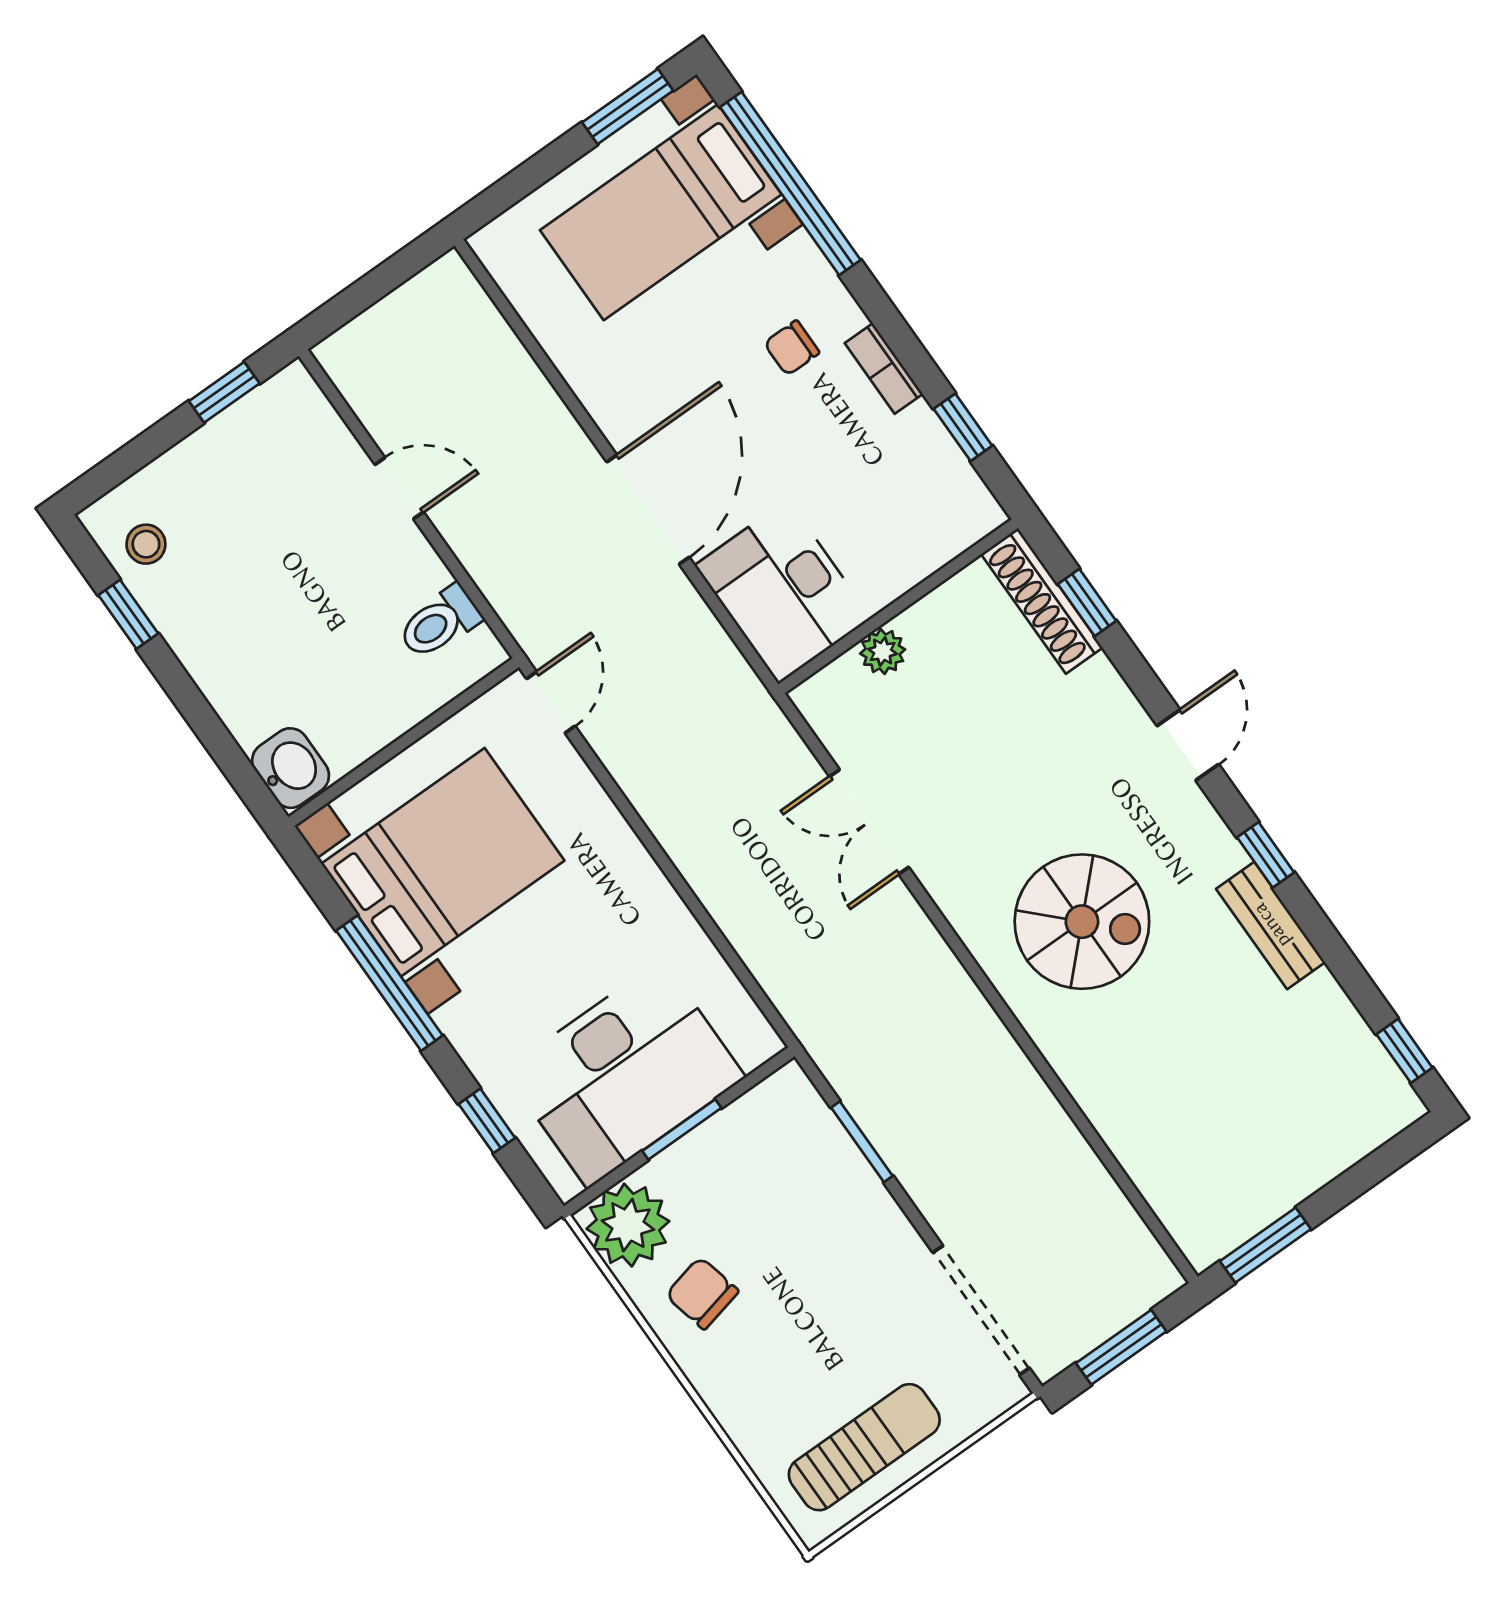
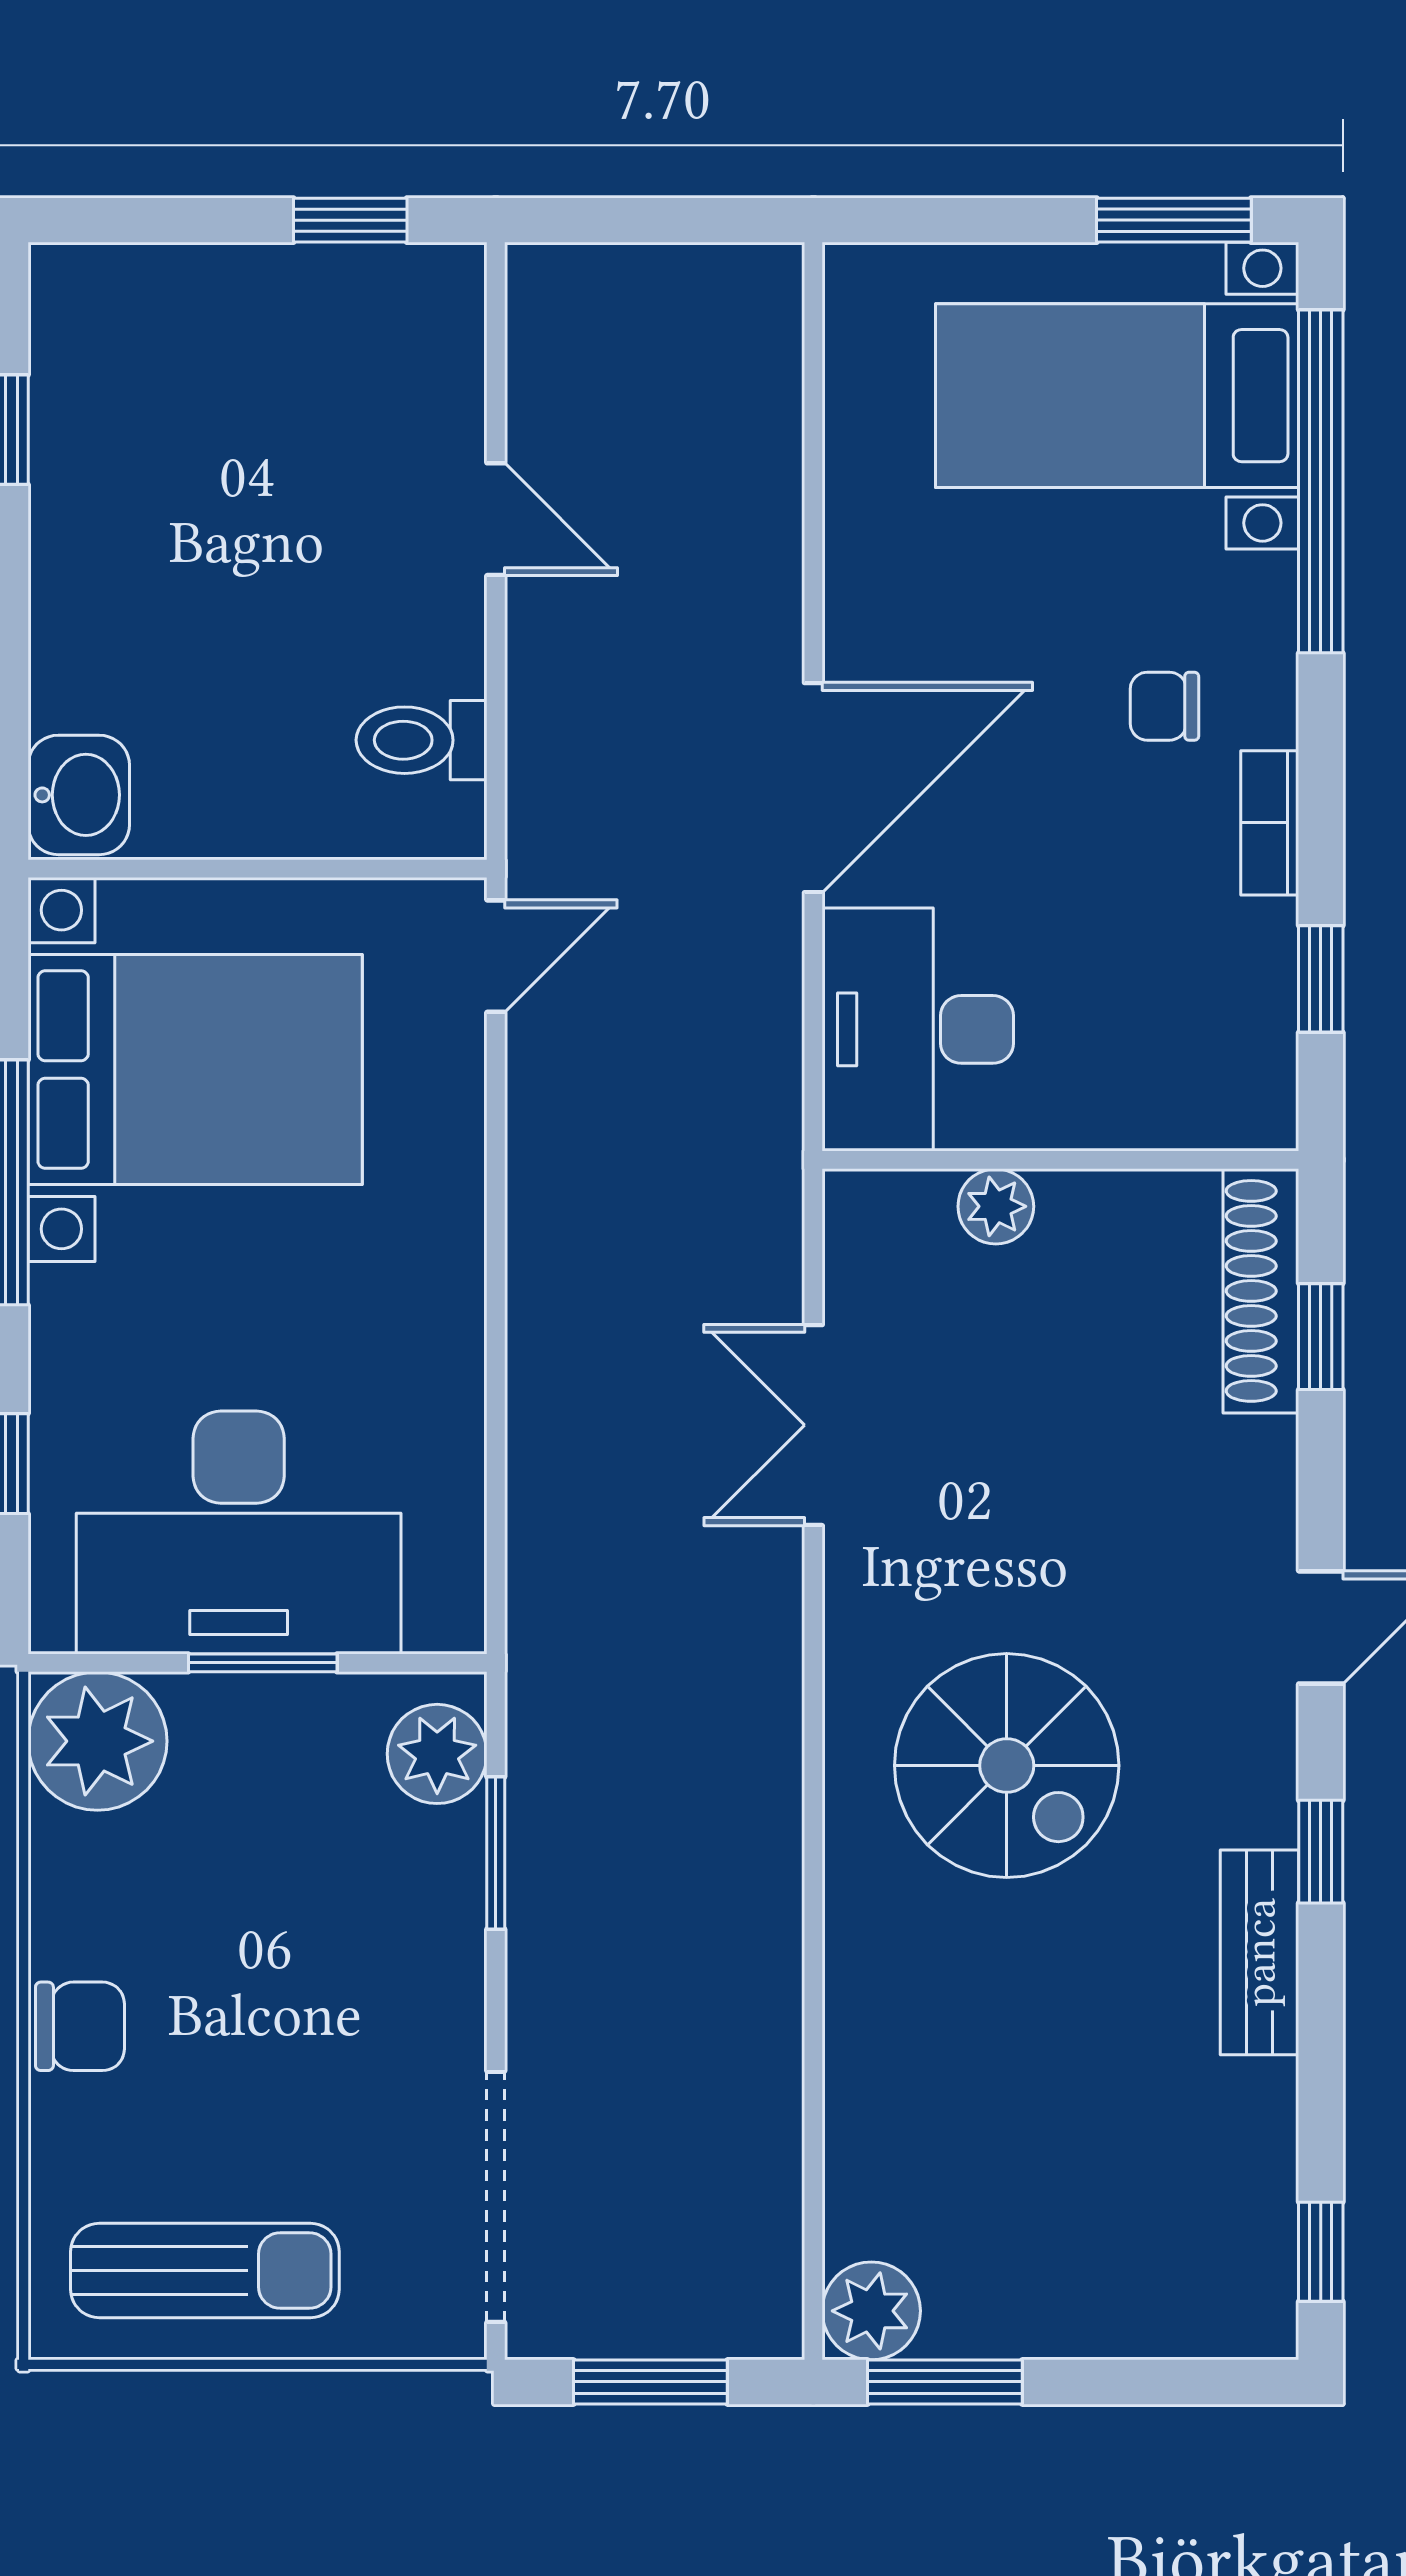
stool: (146, 544) -> (98, 351), removed
plant: (799, 1114) -> (437, 1754), added
plant: (1205, 1236) -> (871, 2311), added
chair: (702, 1293) -> (80, 2026), moved, turned 103

